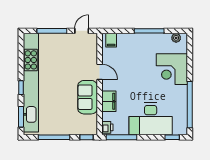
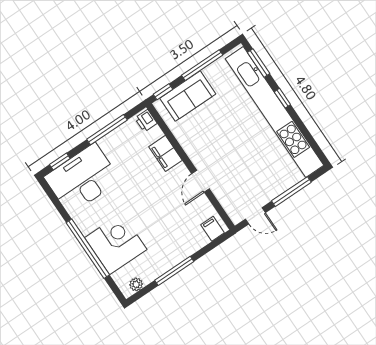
door: (82, 31) -> (255, 216), hinge flipped
door: (100, 72) -> (201, 181), hinge flipped
sofa: (88, 97) -> (188, 96), moved, turned 90
window: (190, 105) -> (88, 249), moved
desk: (151, 119) -> (82, 179), moved
window: (121, 137) -> (107, 130), moved

